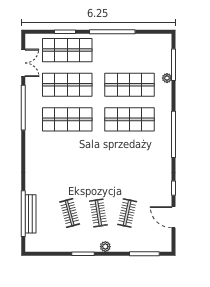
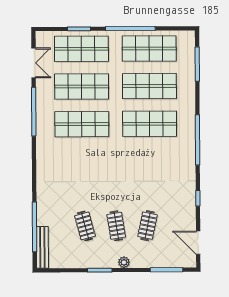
shop shelf: (130, 50) -> (149, 48), added
plant: (167, 78) -> (190, 79), removed
bench: (30, 214) -> (42, 247), moved
door: (174, 217) -> (198, 243), moved

